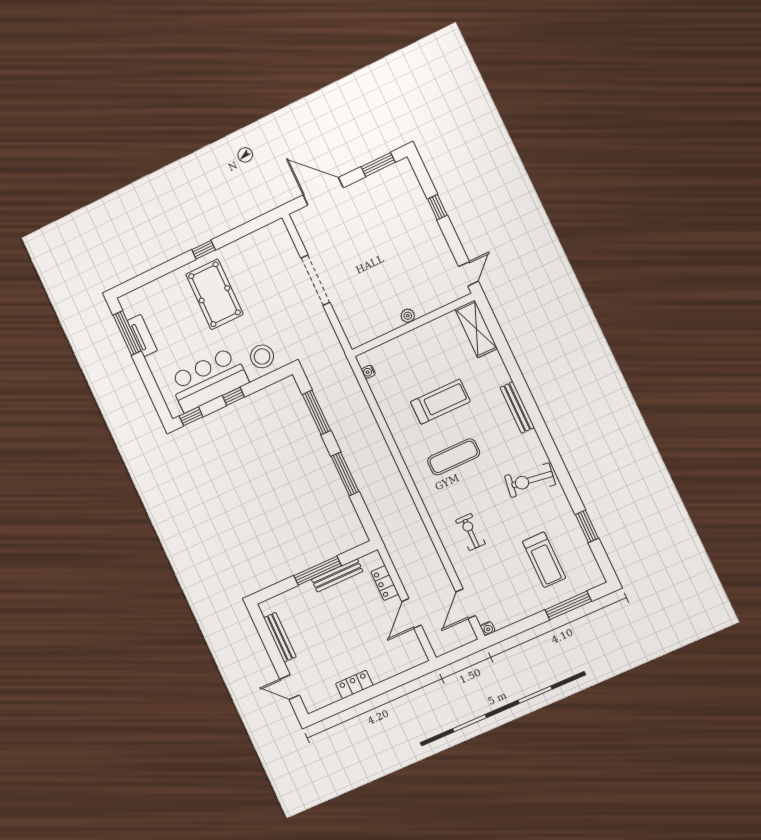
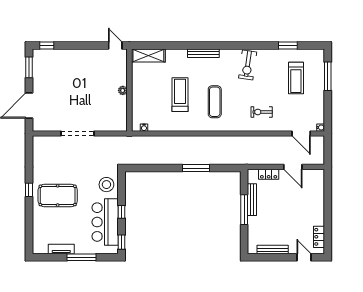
window: (437, 207) -> (47, 45), moved
window: (127, 333) -> (81, 257), moved
window: (316, 412) -> (153, 168), removed
treadmill: (544, 560) -> (296, 78), turned 90
locker: (354, 685) -> (319, 237), moved
door: (290, 687) -> (304, 257), swing flipped

